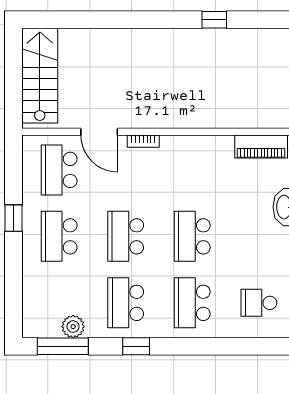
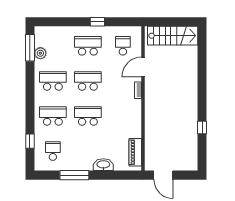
school desk: (59, 170) -> (123, 46), width x0.54
window: (136, 346) -> (30, 141), moved

